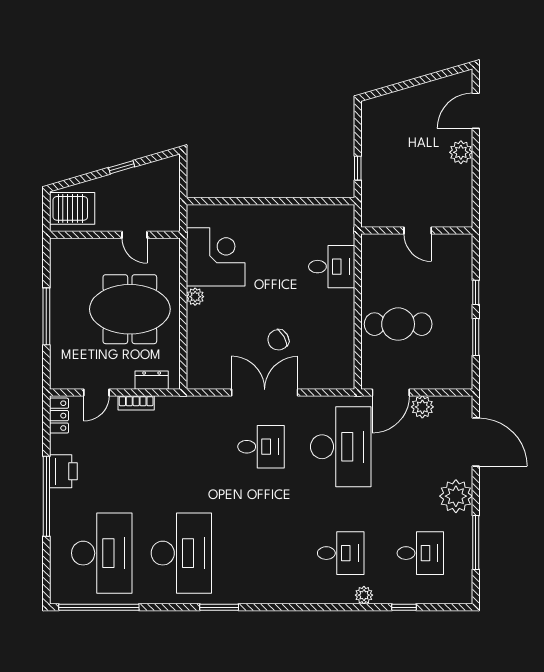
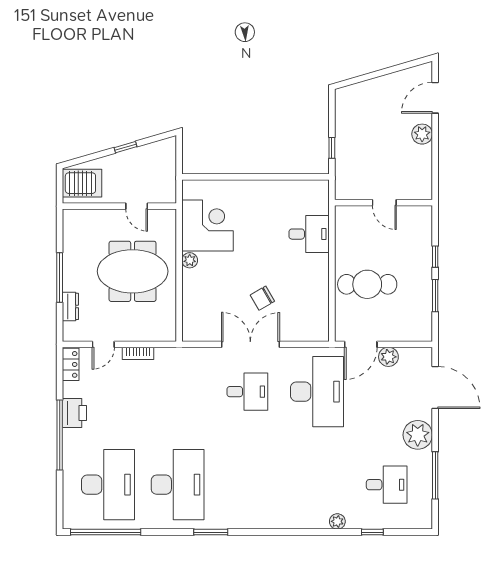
dresser: (152, 380) -> (70, 306), moved, turned 90
desk: (341, 553) -> (317, 485), removed

